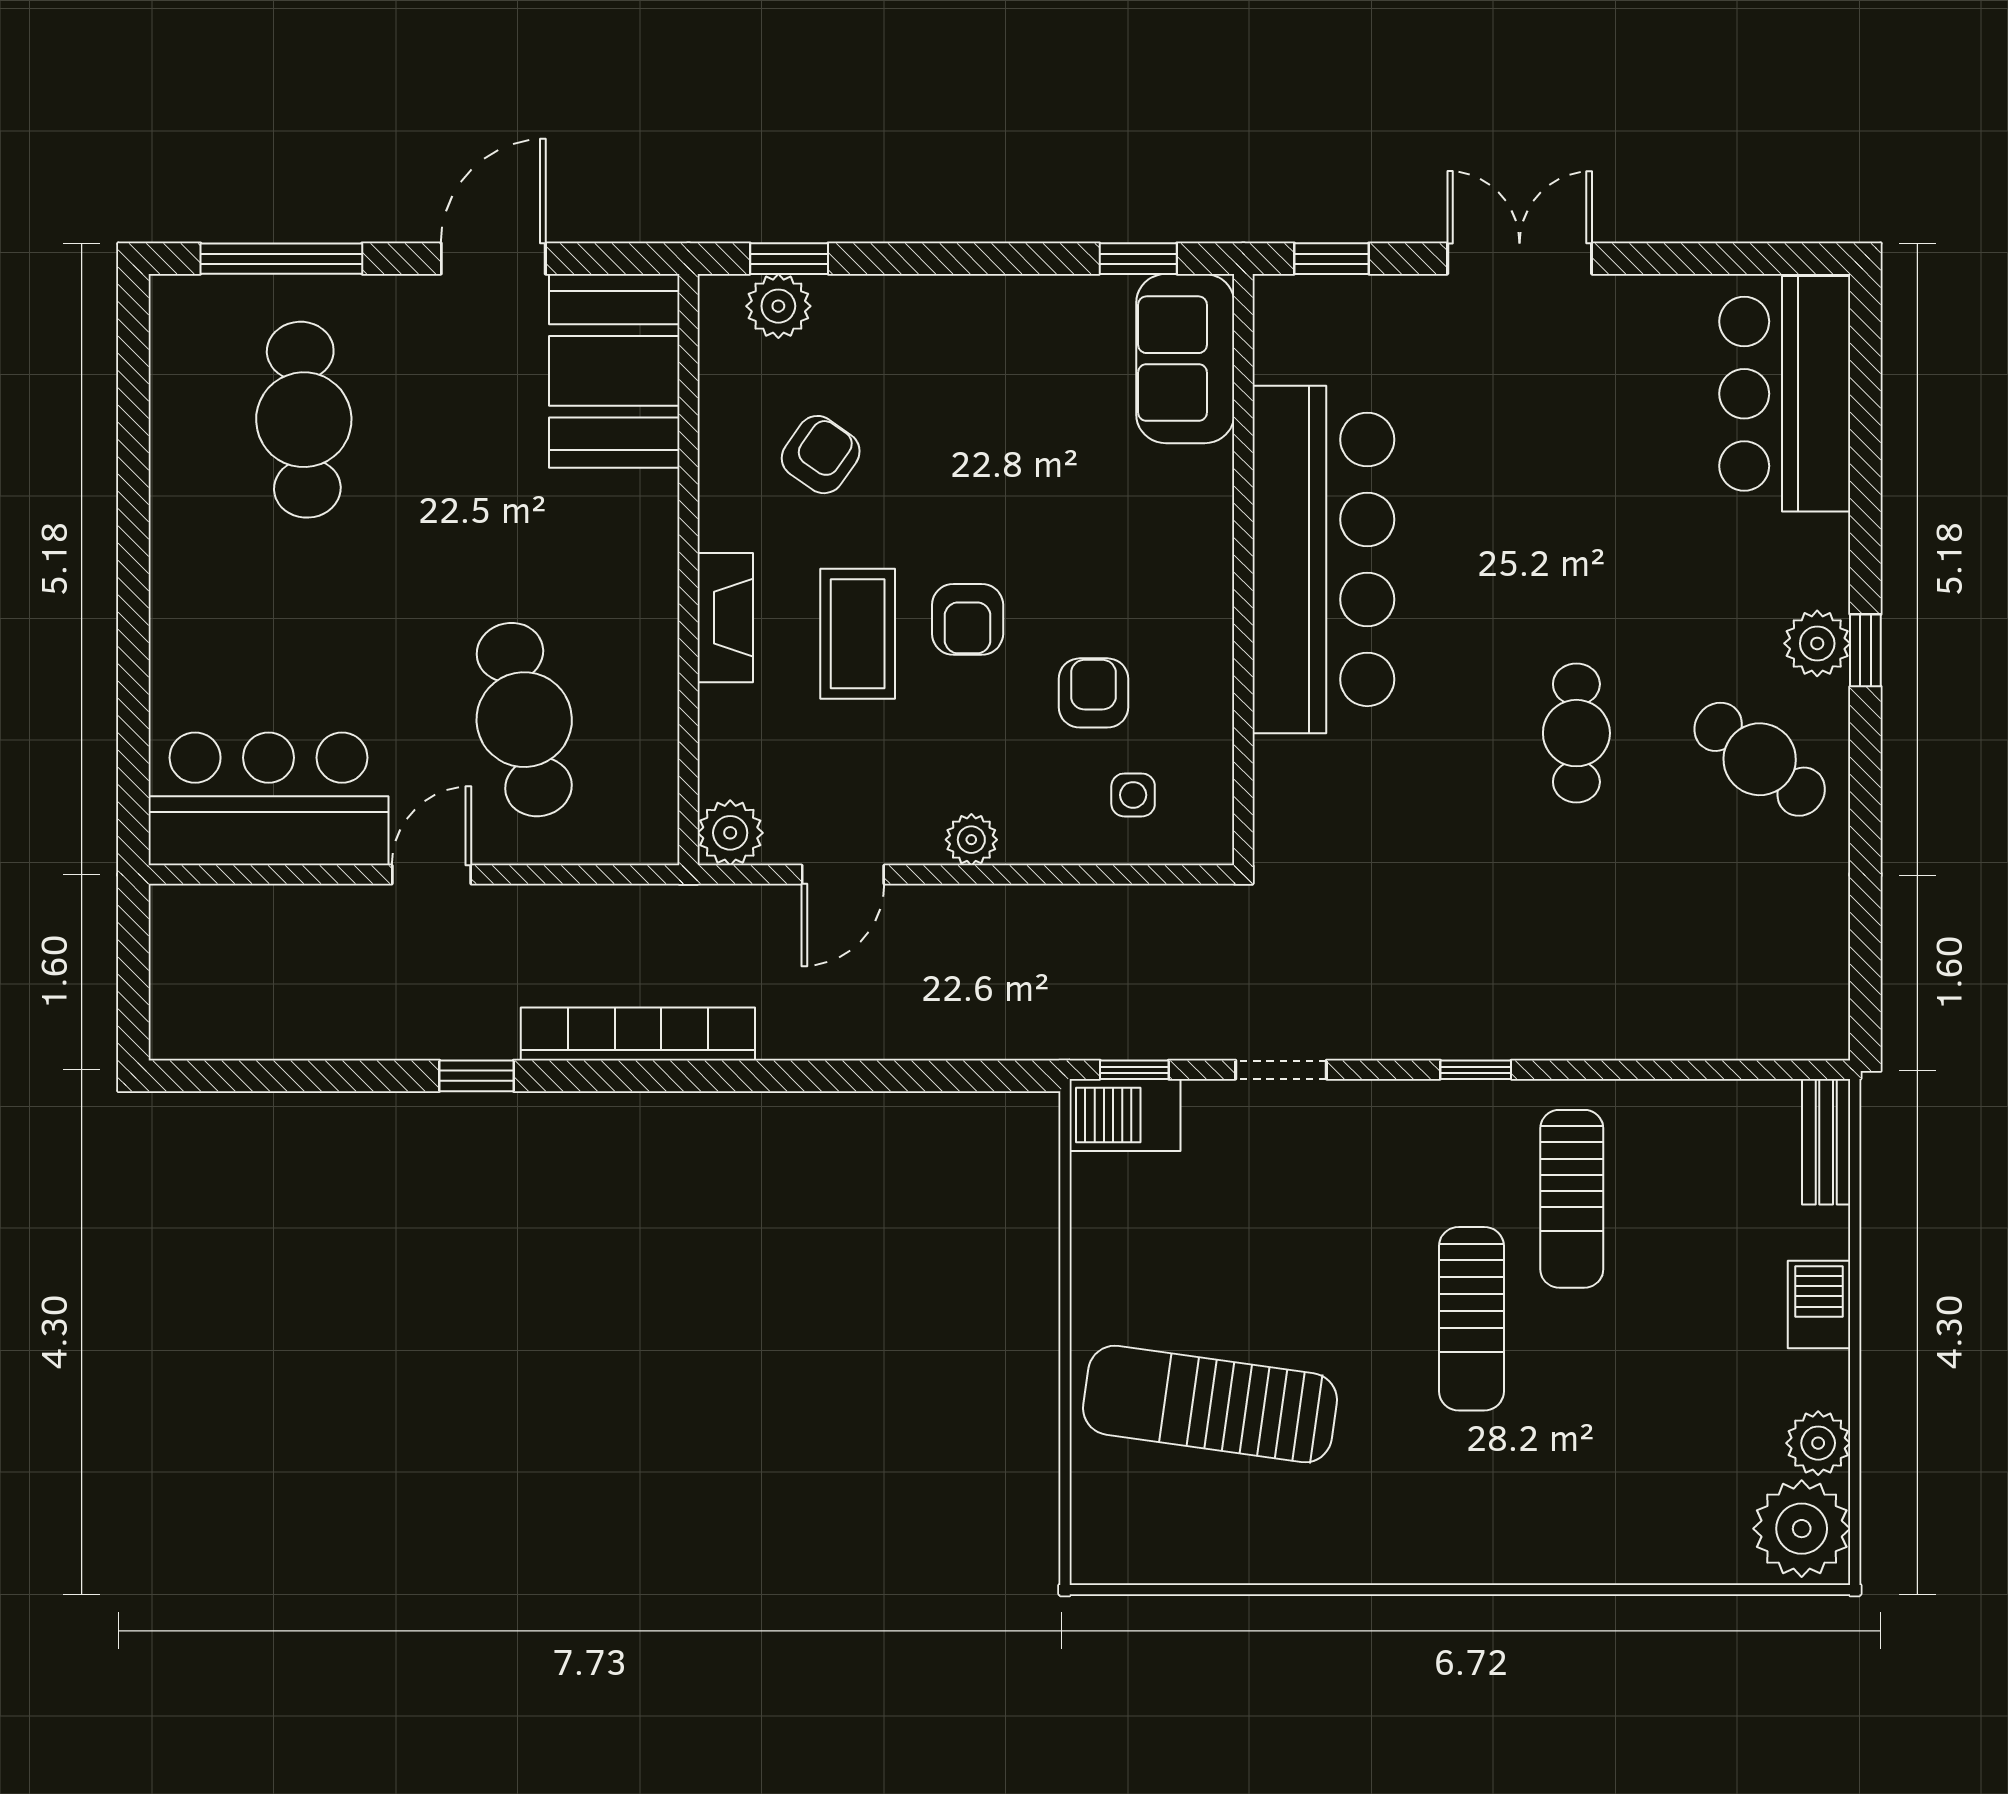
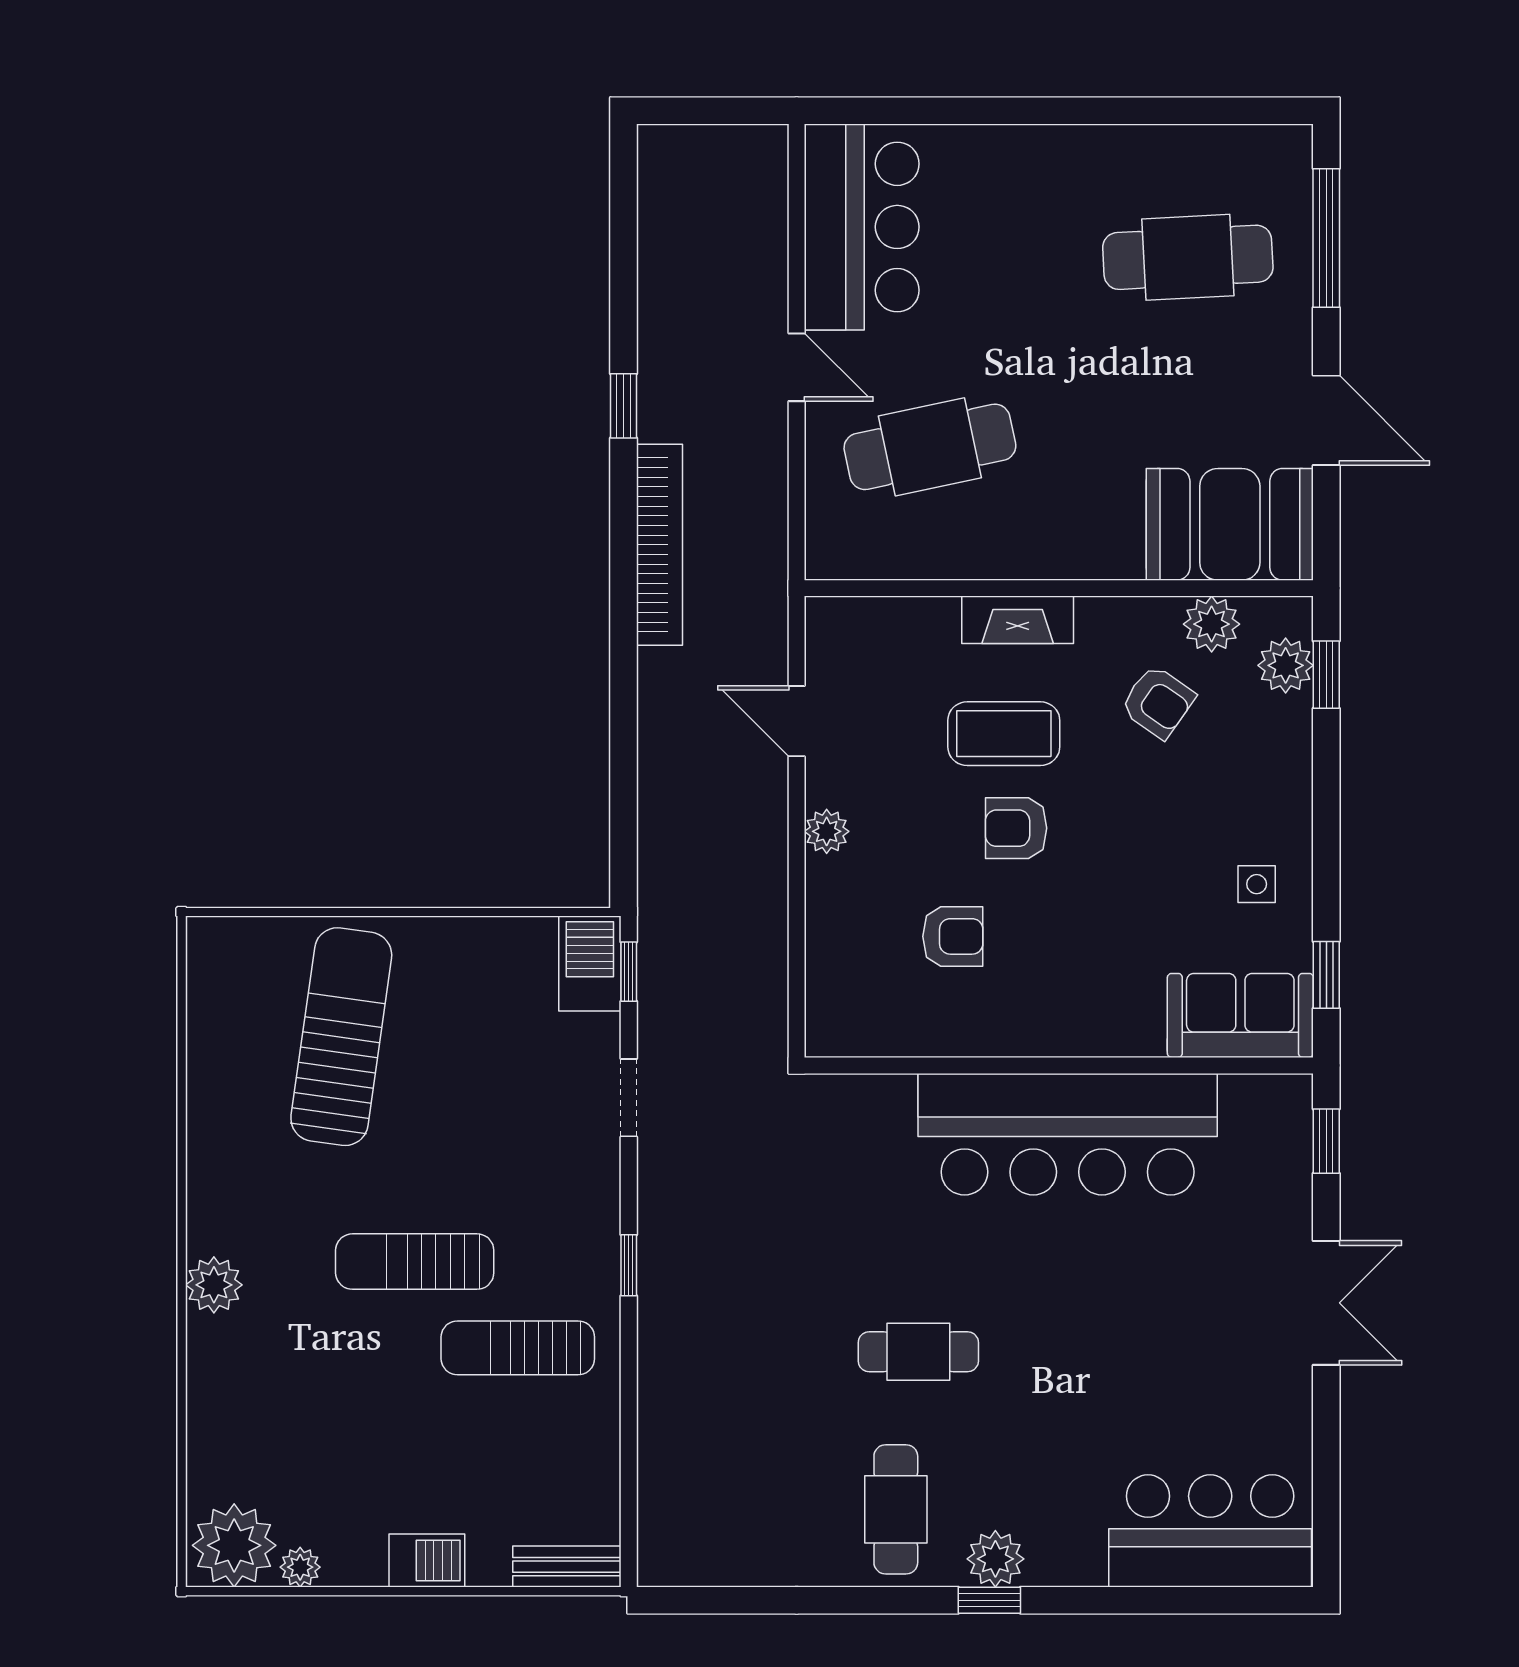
cafe table: (1760, 759) -> (896, 1509), turned -38
side table: (1133, 795) -> (1257, 884), moved
plant: (730, 833) -> (1212, 624), moved
plant: (1818, 1443) -> (300, 1567), width x0.73, depth x0.73
plant: (1499, 1552) -> (214, 1285), added

